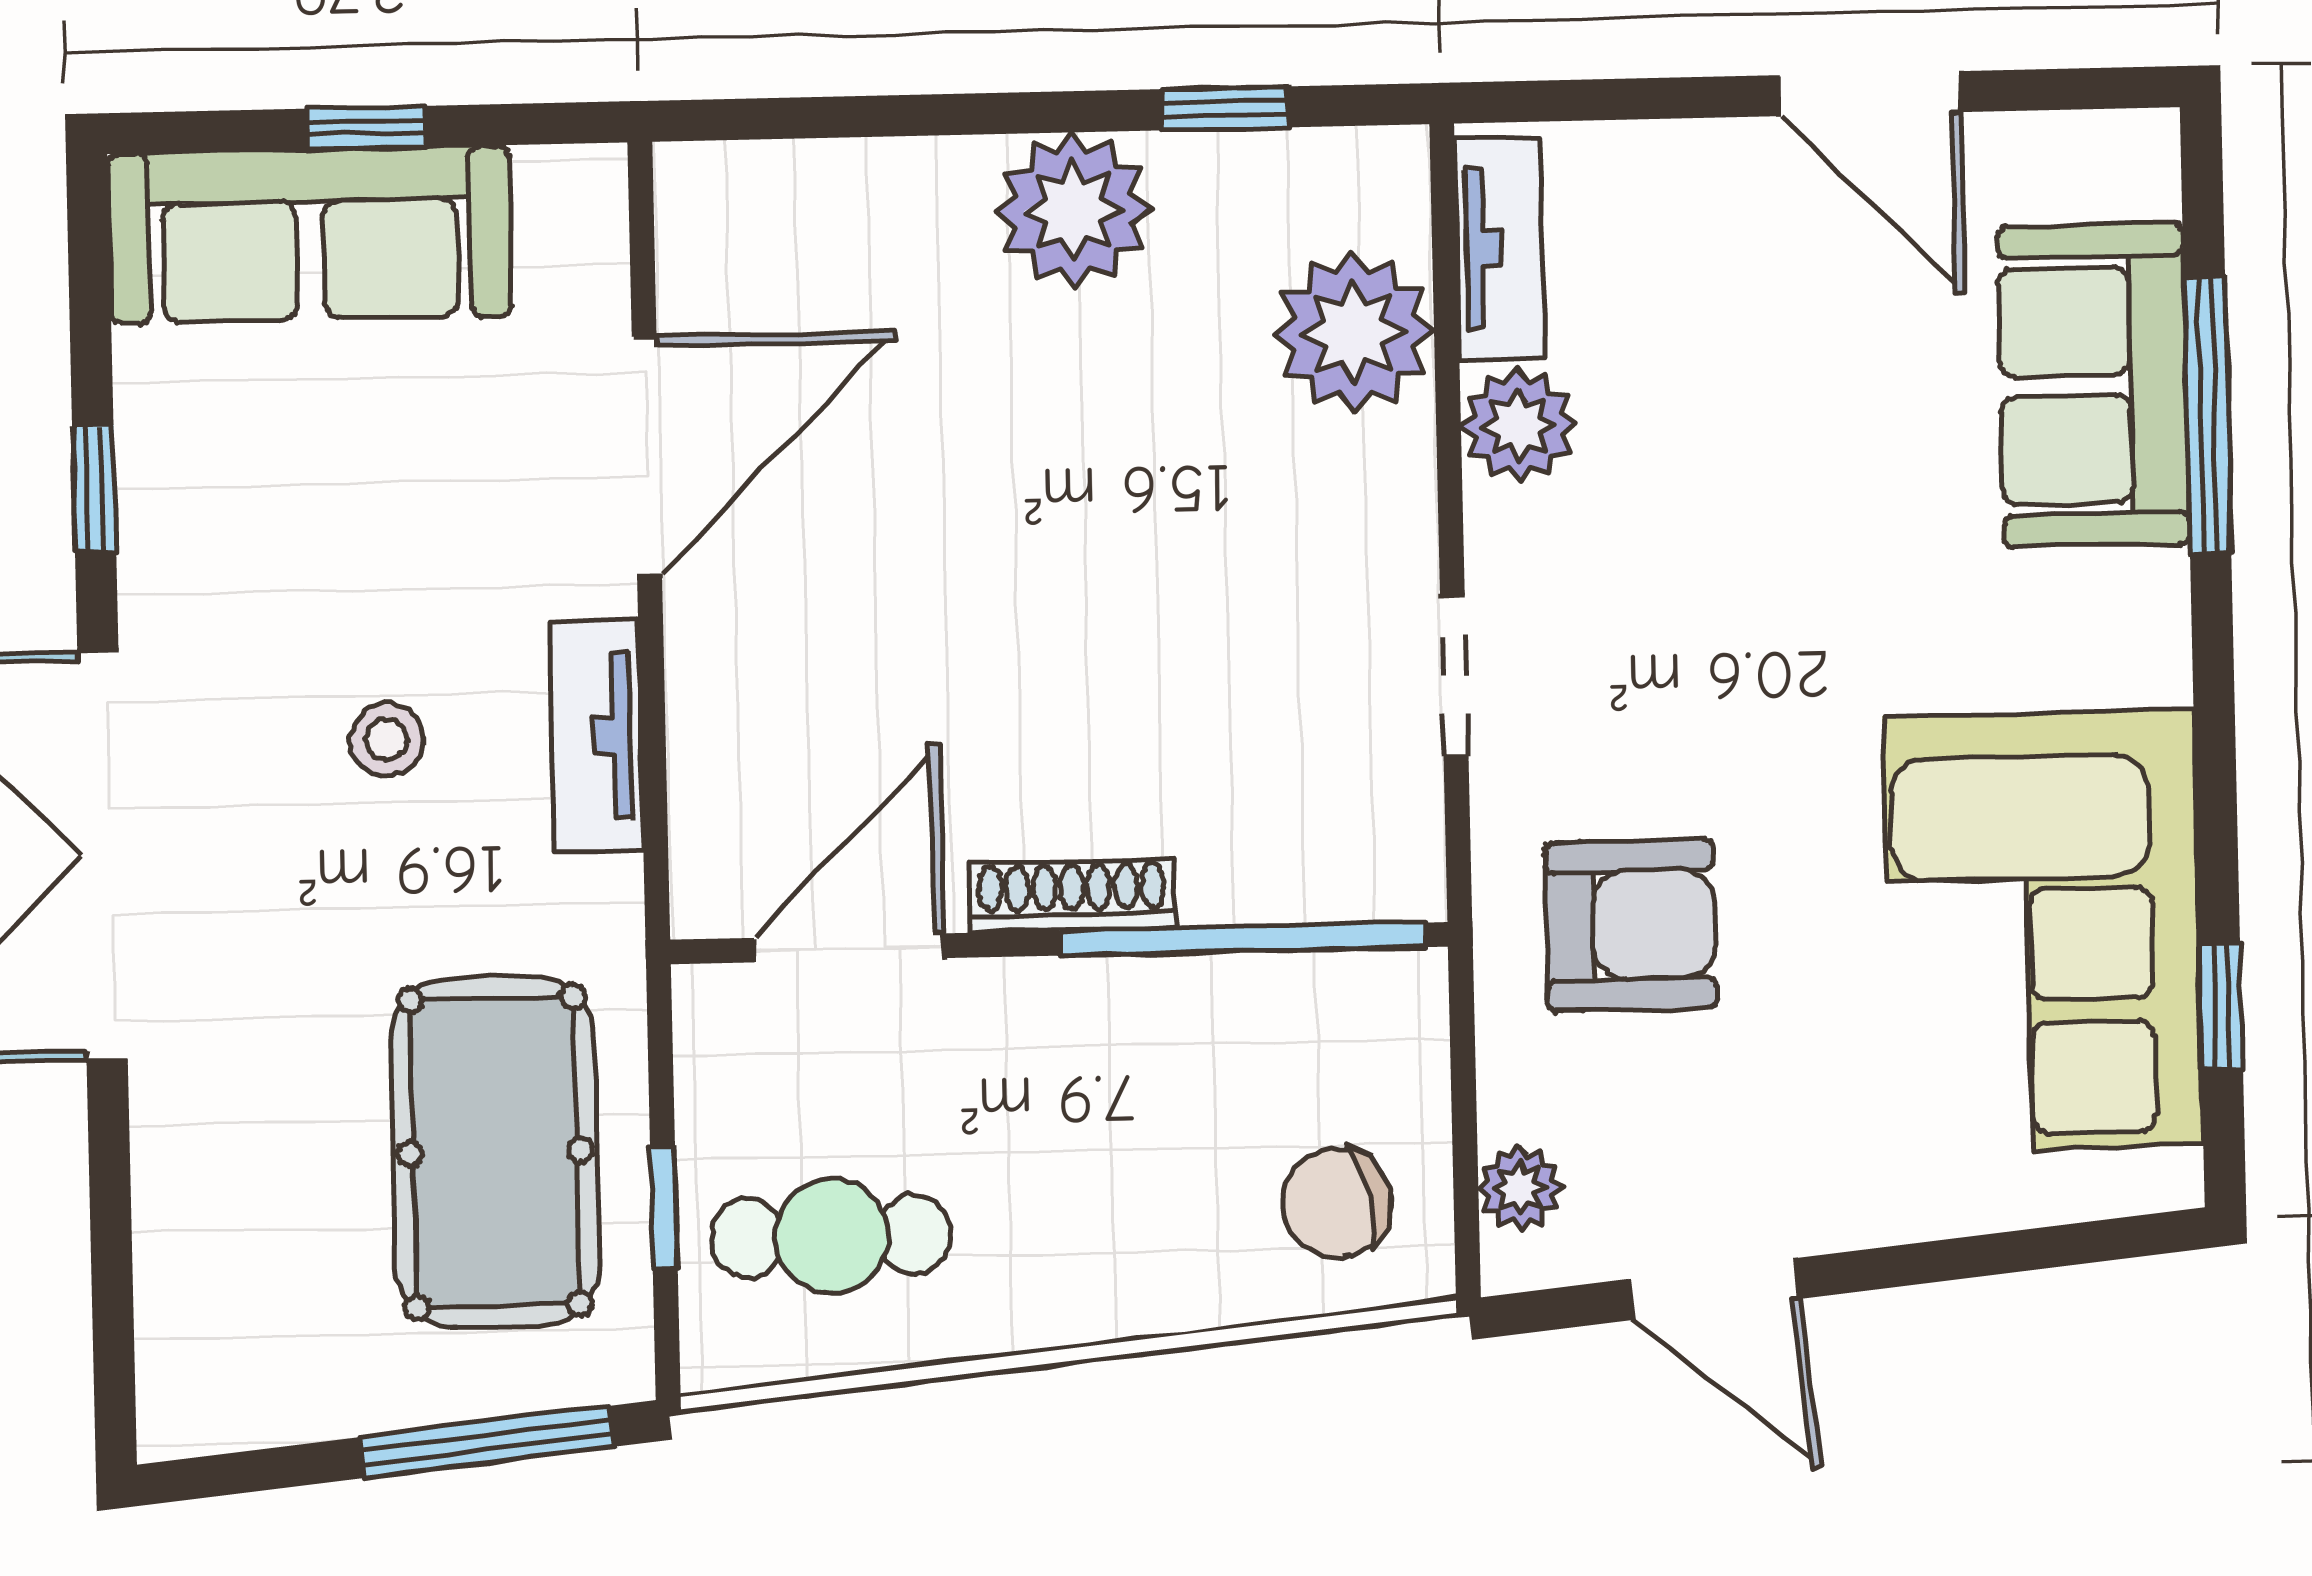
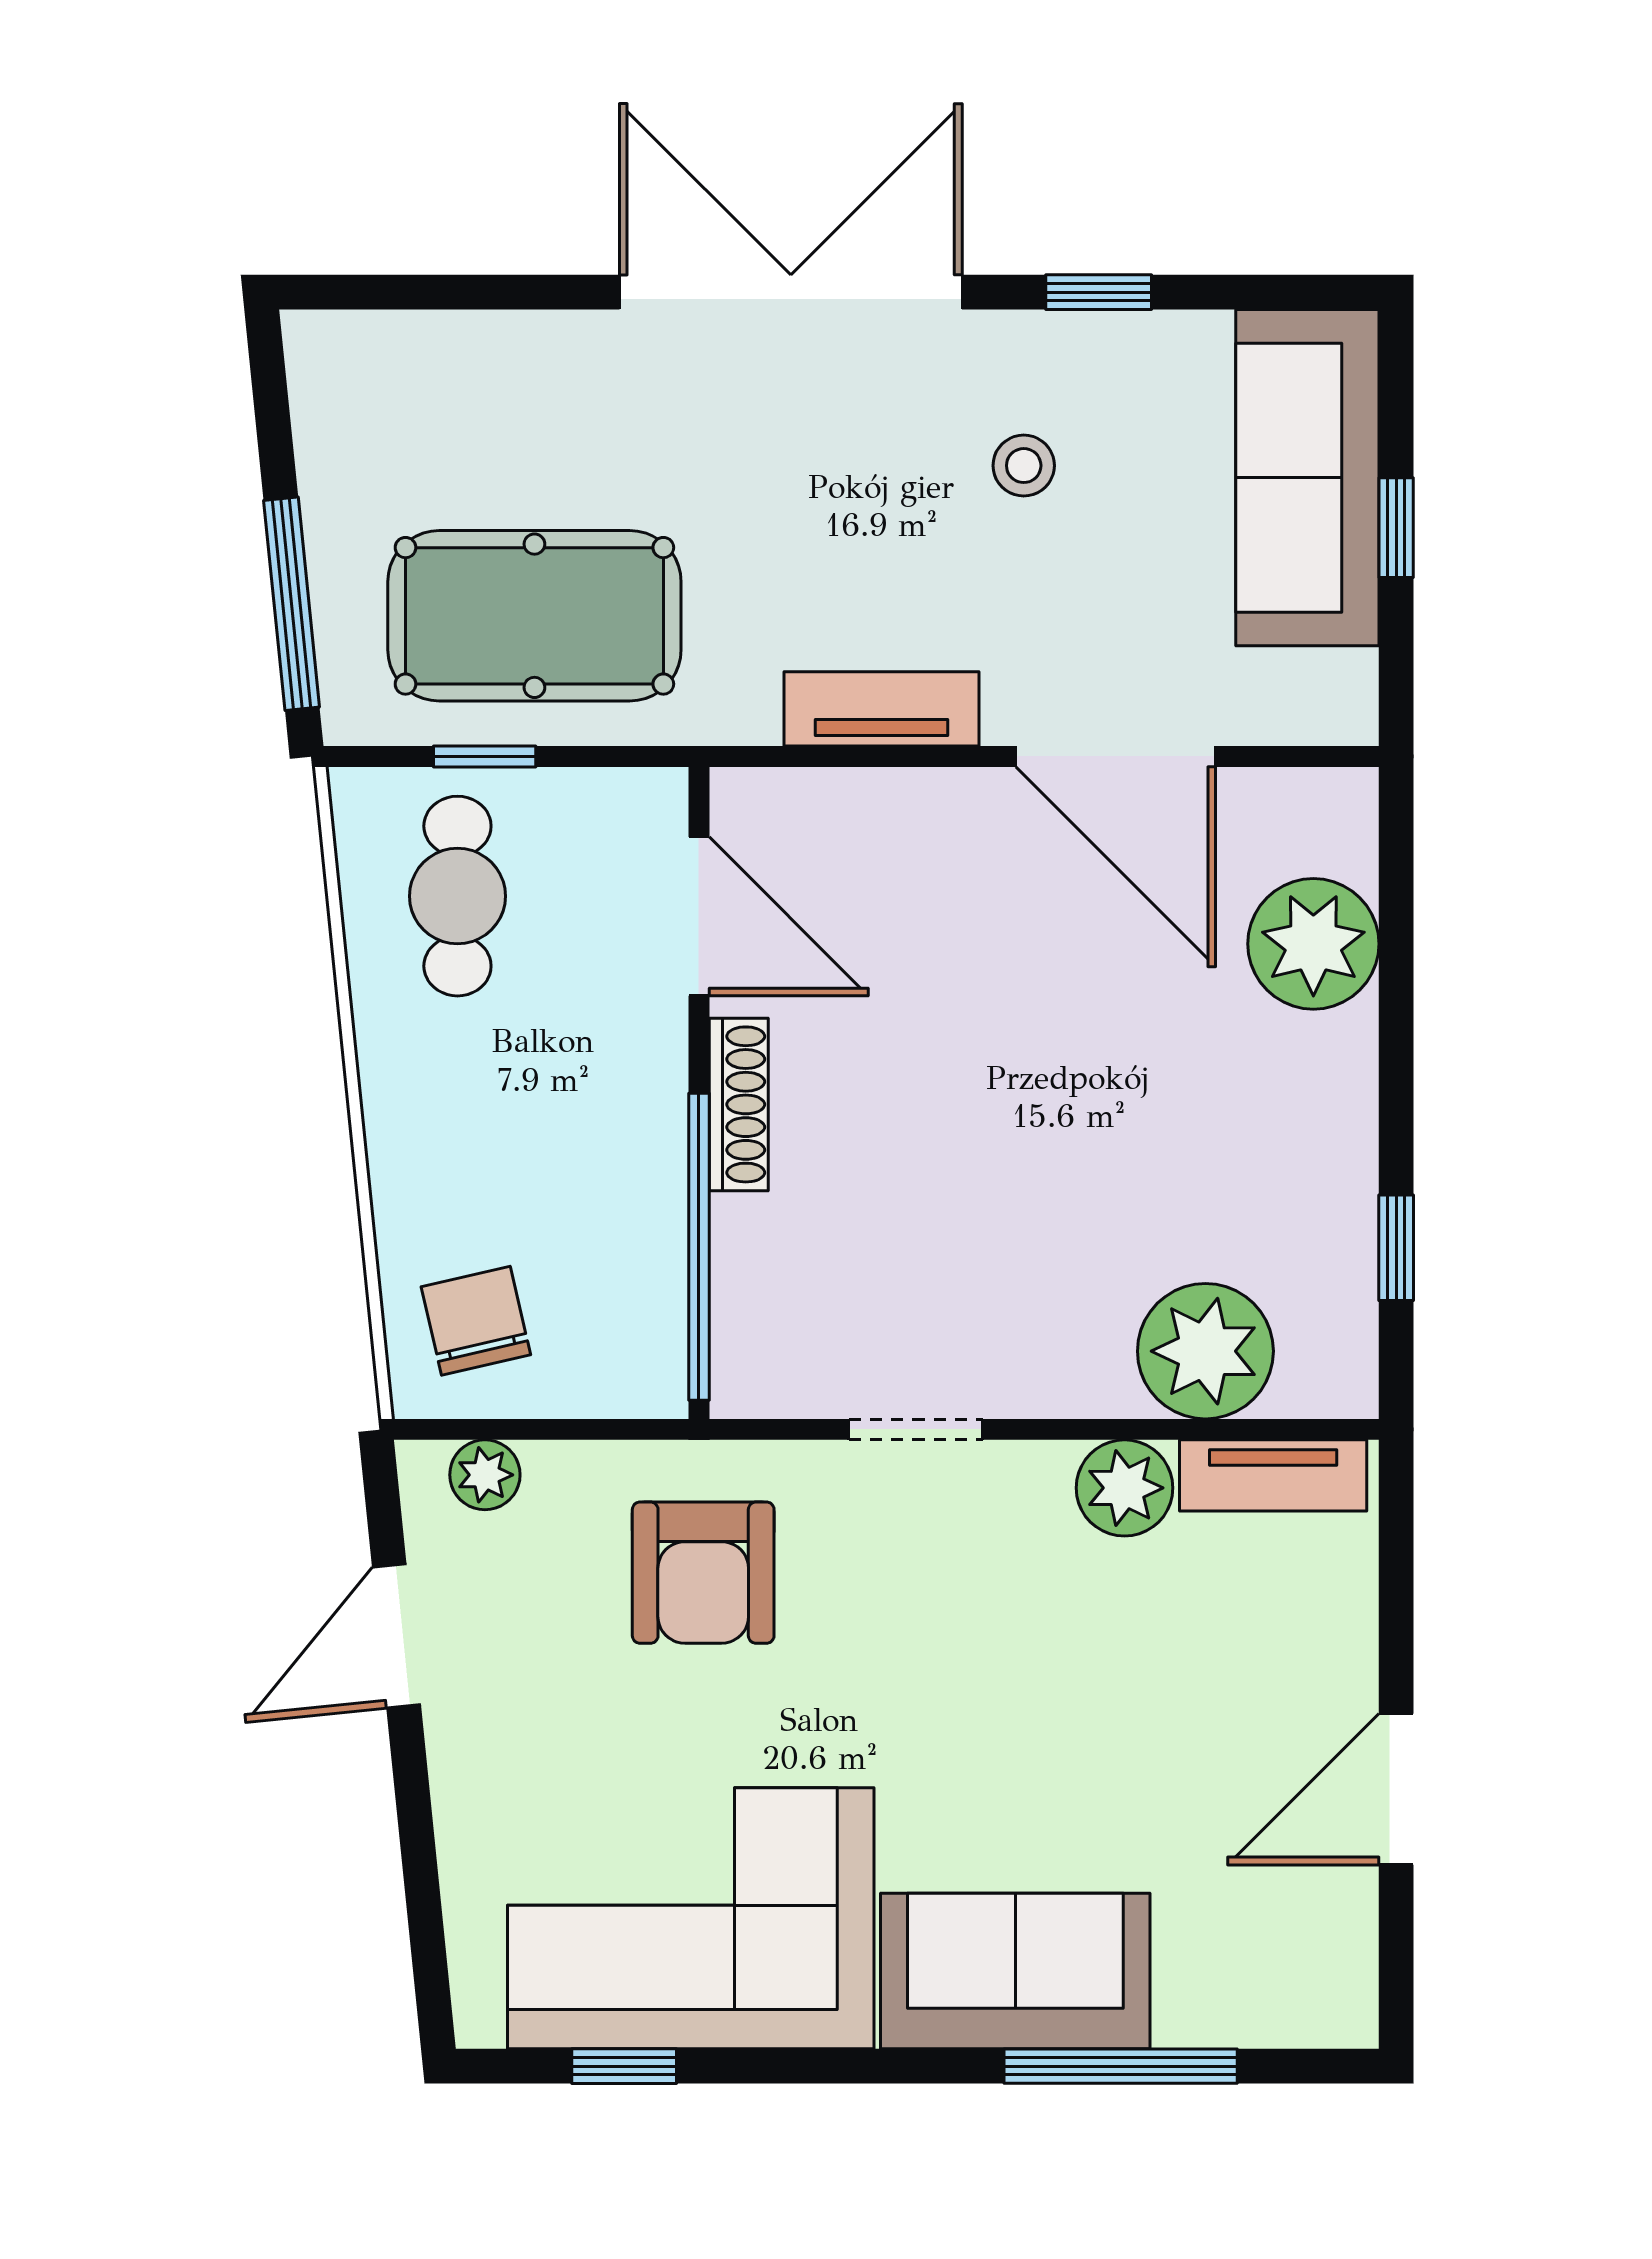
plant: (1074, 210) -> (1313, 944), moved
sofa: (2093, 385) -> (1015, 1971), moved
stool: (387, 740) -> (1024, 466), moved

